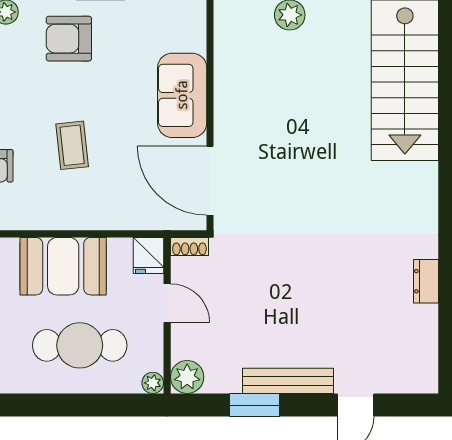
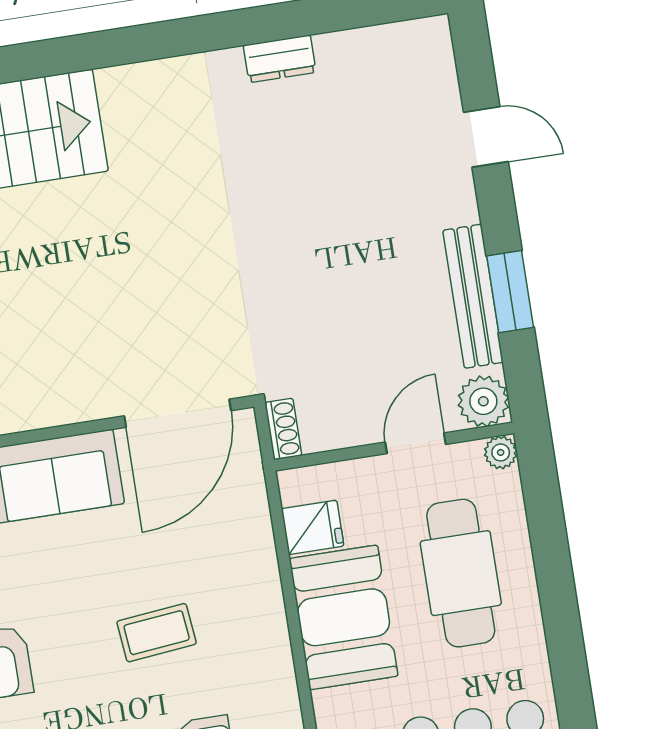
fridge: (148, 255) -> (313, 527), moved
door: (167, 303) -> (416, 443), moved
bench: (288, 381) -> (473, 296), moved

